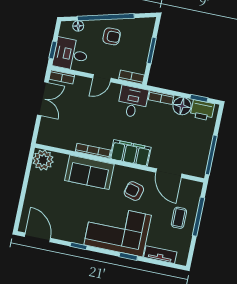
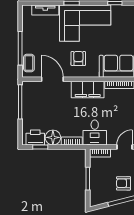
armchair: (134, 191) -> (78, 58), turned -105
coffee table: (179, 218) -> (29, 63), moved

